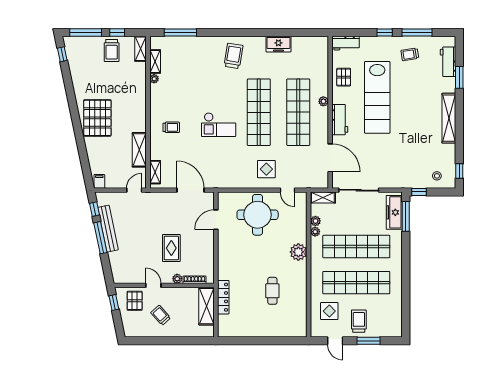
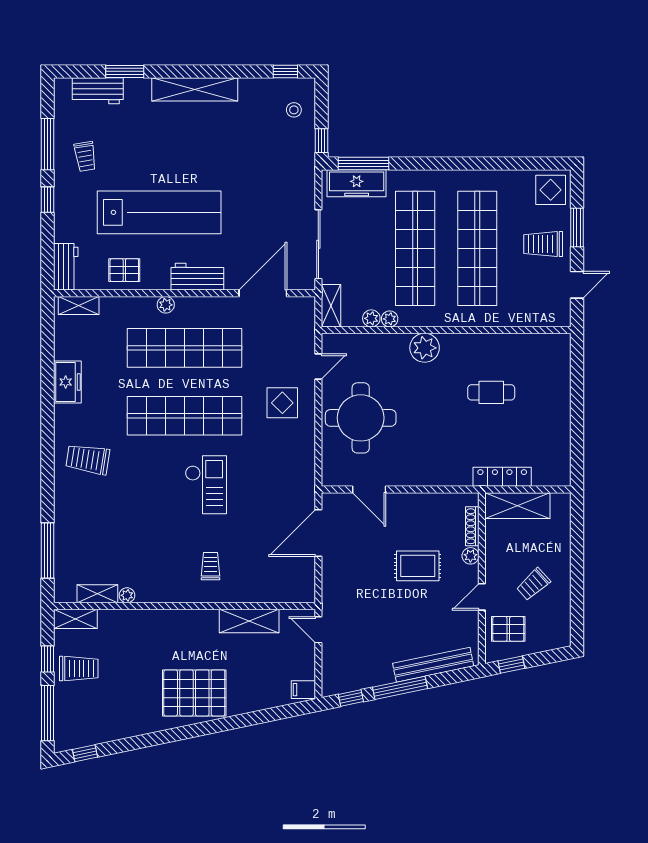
shelving: (155, 172) -> (79, 305), moved
bench: (108, 229) -> (433, 665), moved
display table: (329, 311) -> (551, 190), moved

